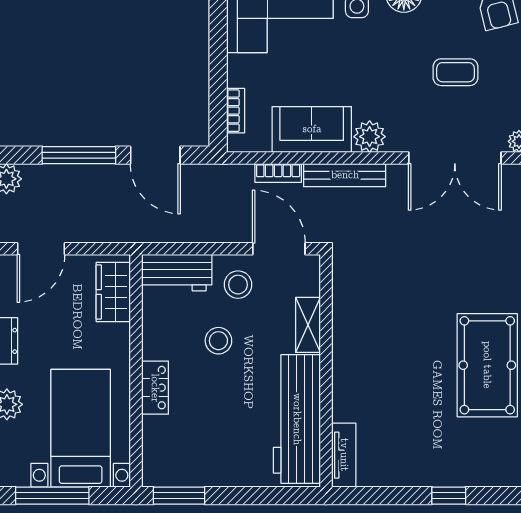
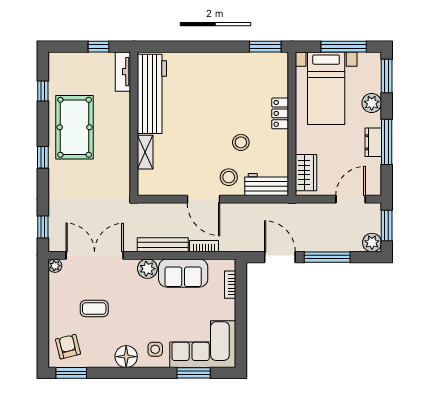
shelving: (308, 325) -> (145, 152), moved
wall: (326, 371) -> (134, 124), moved
workbench: (297, 419) -> (152, 94), moved
tv unit: (344, 455) -> (123, 72), moved

